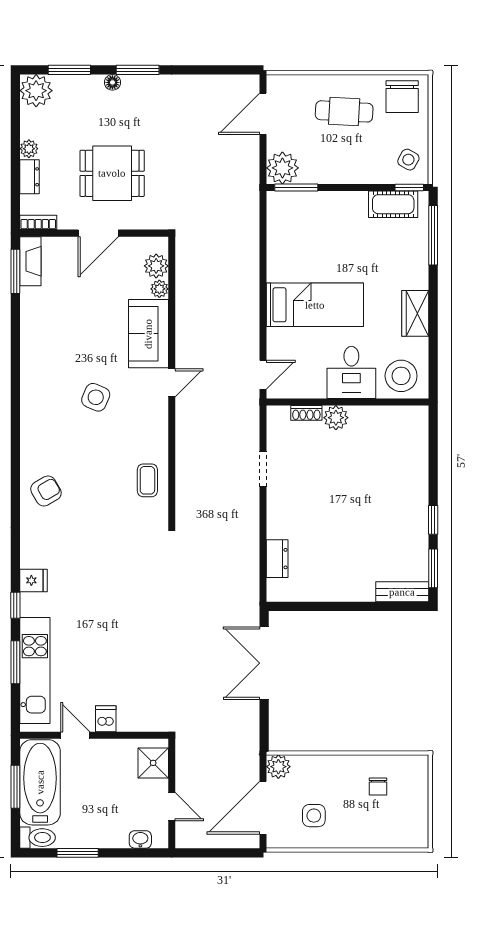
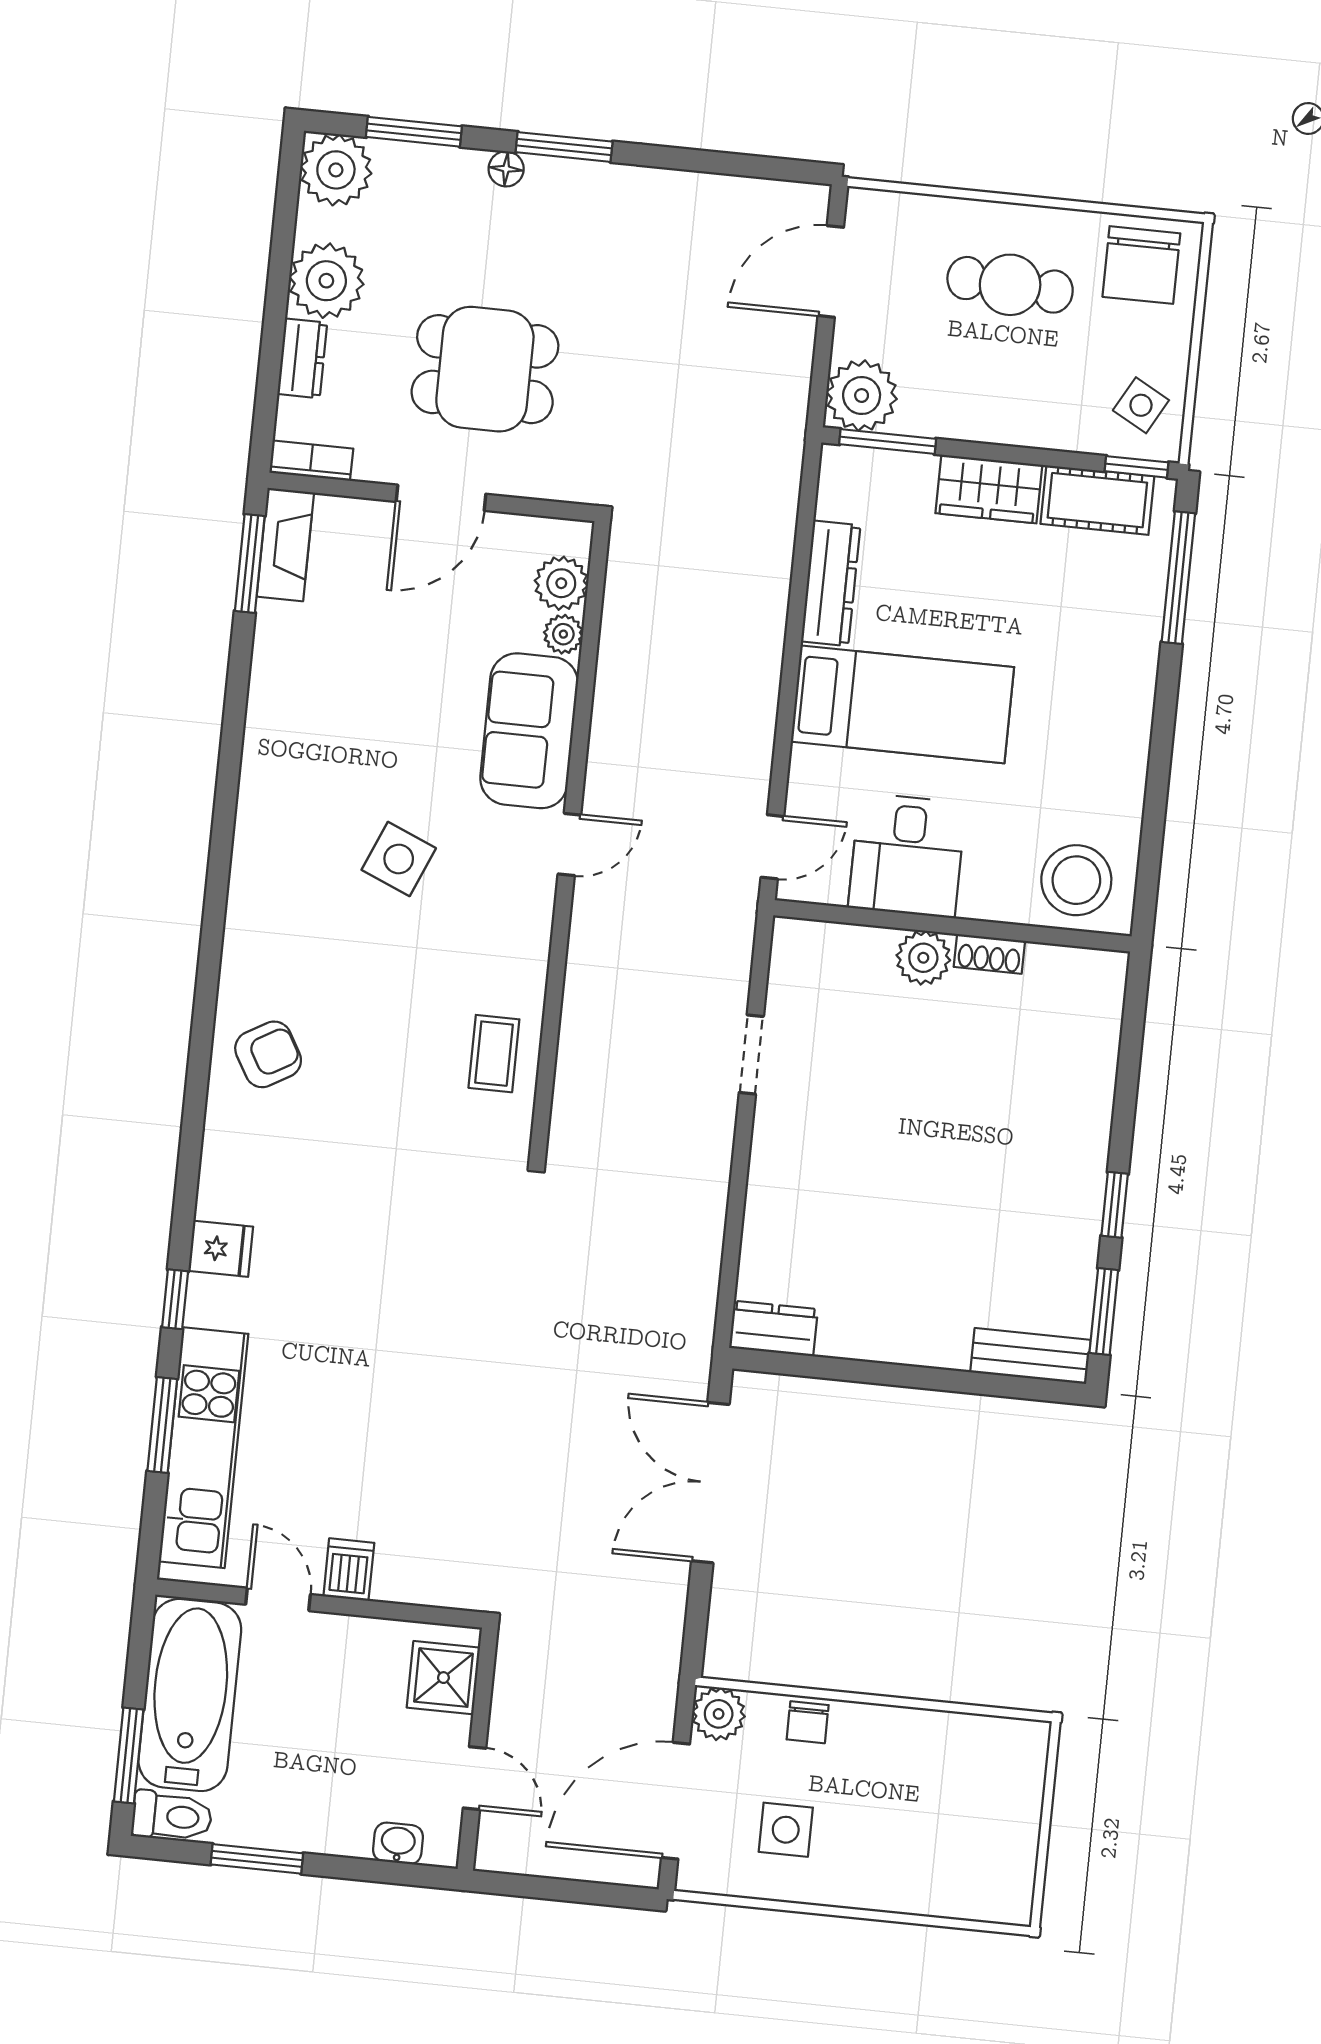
plant: (29, 149) -> (326, 281), width x1.87, depth x1.87
dresser: (277, 254) -> (831, 583), added
wardrobe: (415, 313) -> (989, 489), moved, turned -90
desk: (351, 372) -> (907, 855), moved
shoe rack: (306, 413) -> (989, 954), moved
dresser: (277, 559) -> (774, 1328), moved, turned -90
chair: (378, 786) -> (808, 1722), moved
window: (15, 787) -> (129, 1756), moved

